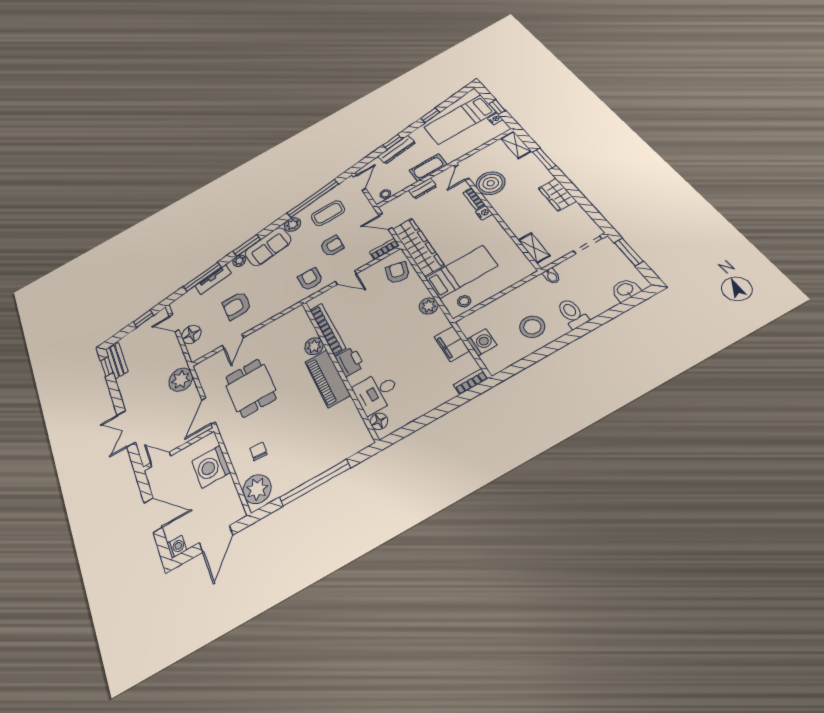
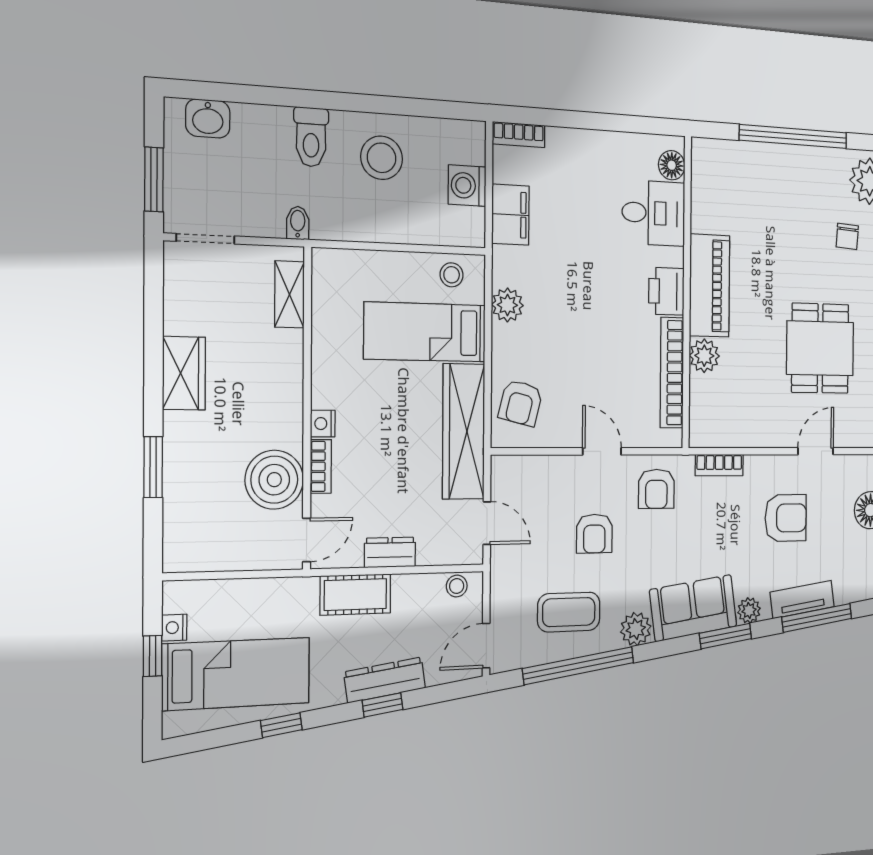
shelving: (516, 145) -> (179, 536), removed
armchair: (332, 246) -> (594, 534), turned -90
bookcase: (384, 249) -> (719, 465), moved

